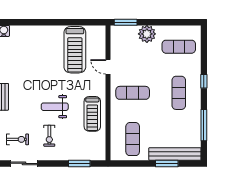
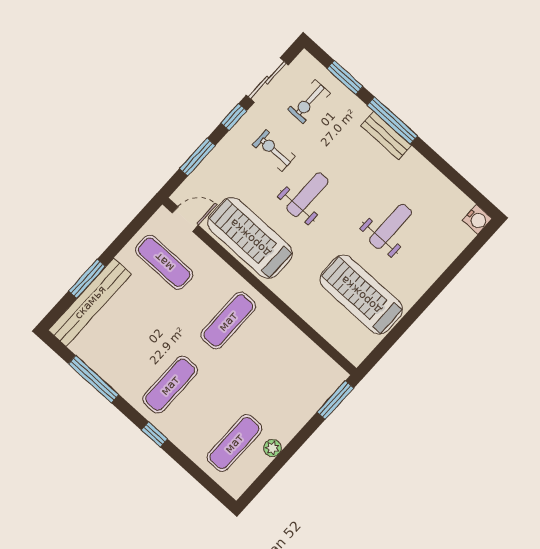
plant: (147, 34) -> (272, 448), moved, width x0.53, depth x0.53
weight bench: (38, 63) -> (391, 226), added
door: (108, 67) -> (185, 219), moved
exercise mat: (179, 93) -> (170, 385), turned 90
treadmill: (92, 114) -> (250, 238), width x1.37, depth x1.38
window: (50, 163) -> (234, 117), added

